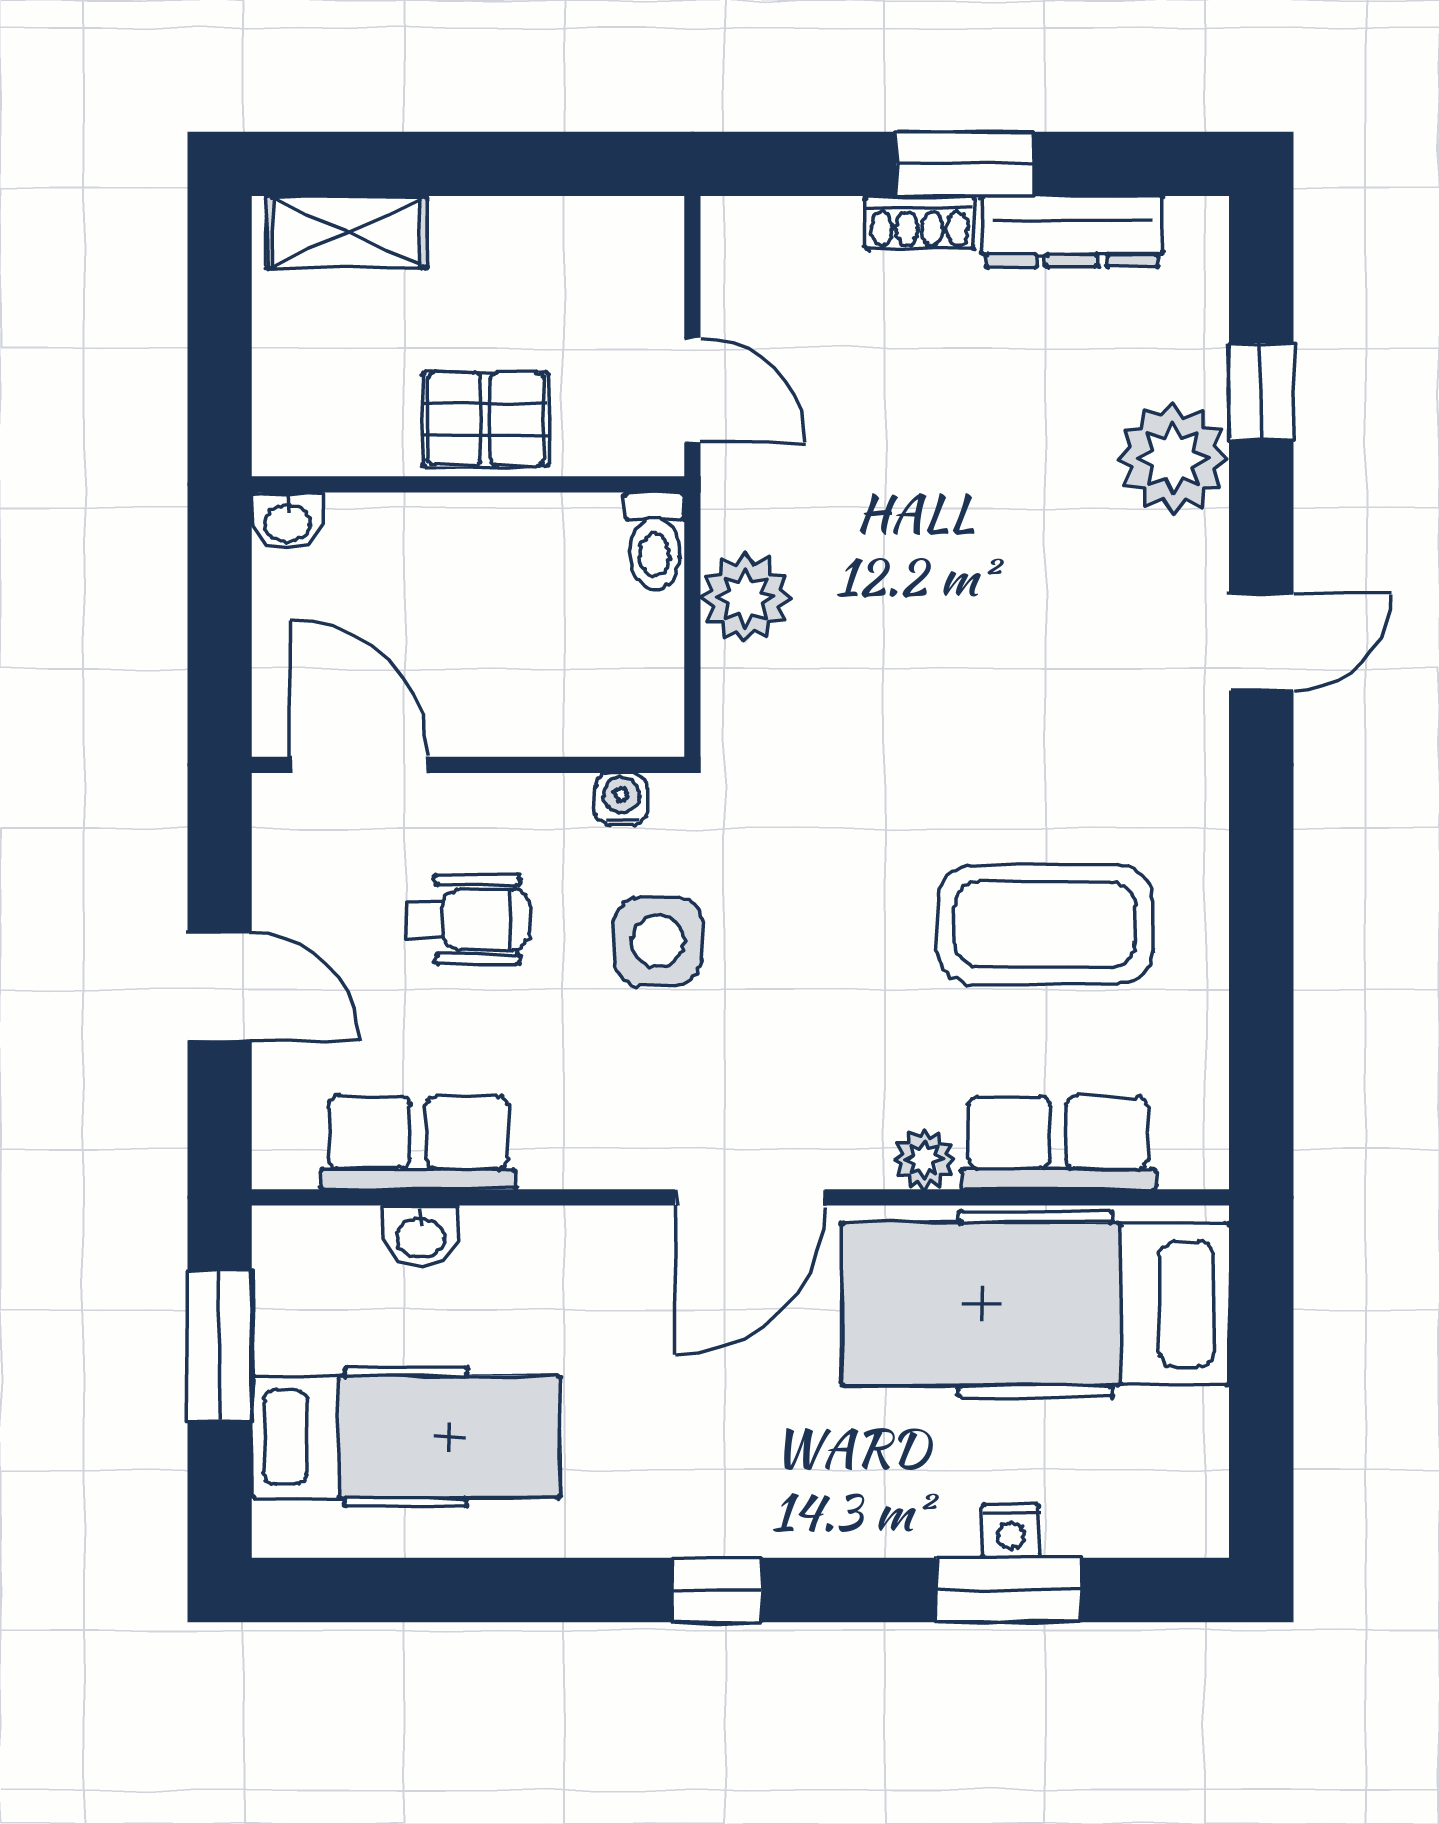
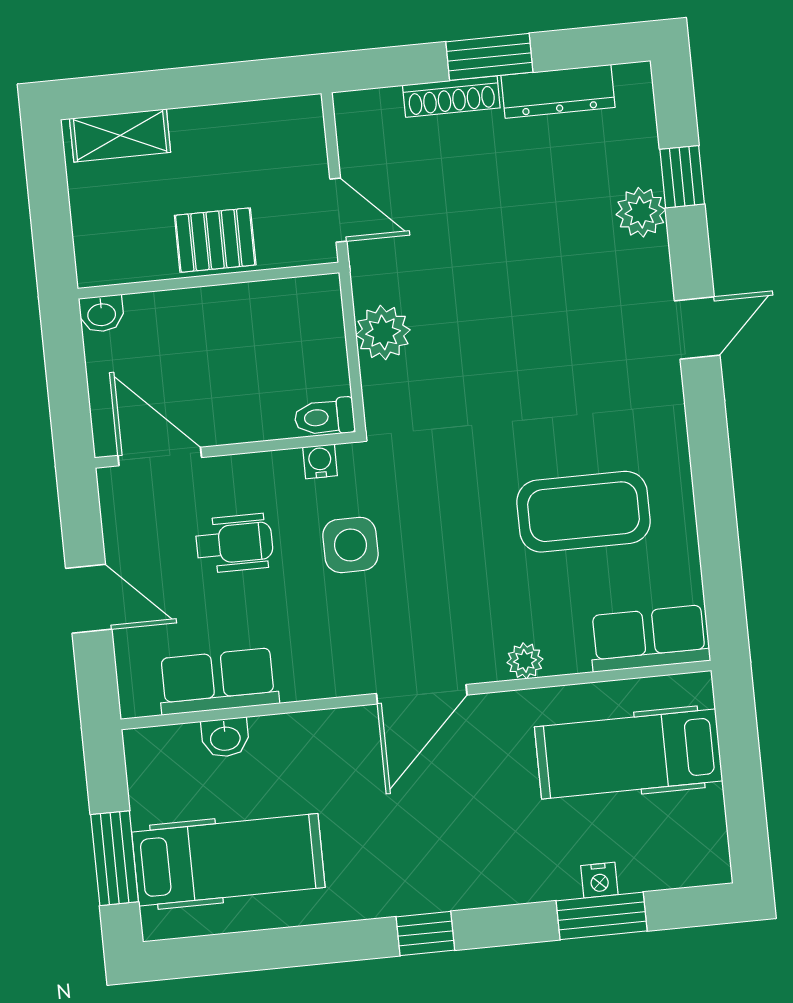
shoe rack: (920, 223) -> (451, 97), width x1.43
plant: (1173, 458) -> (641, 212), width x0.73, depth x0.73
toilet: (655, 541) -> (324, 417), moved, turned 90
row of seats: (1058, 1143) -> (649, 638), moved
hospital bed: (1036, 1304) -> (629, 754), width x0.73, depth x0.78
window: (220, 1346) -> (115, 858), moved

